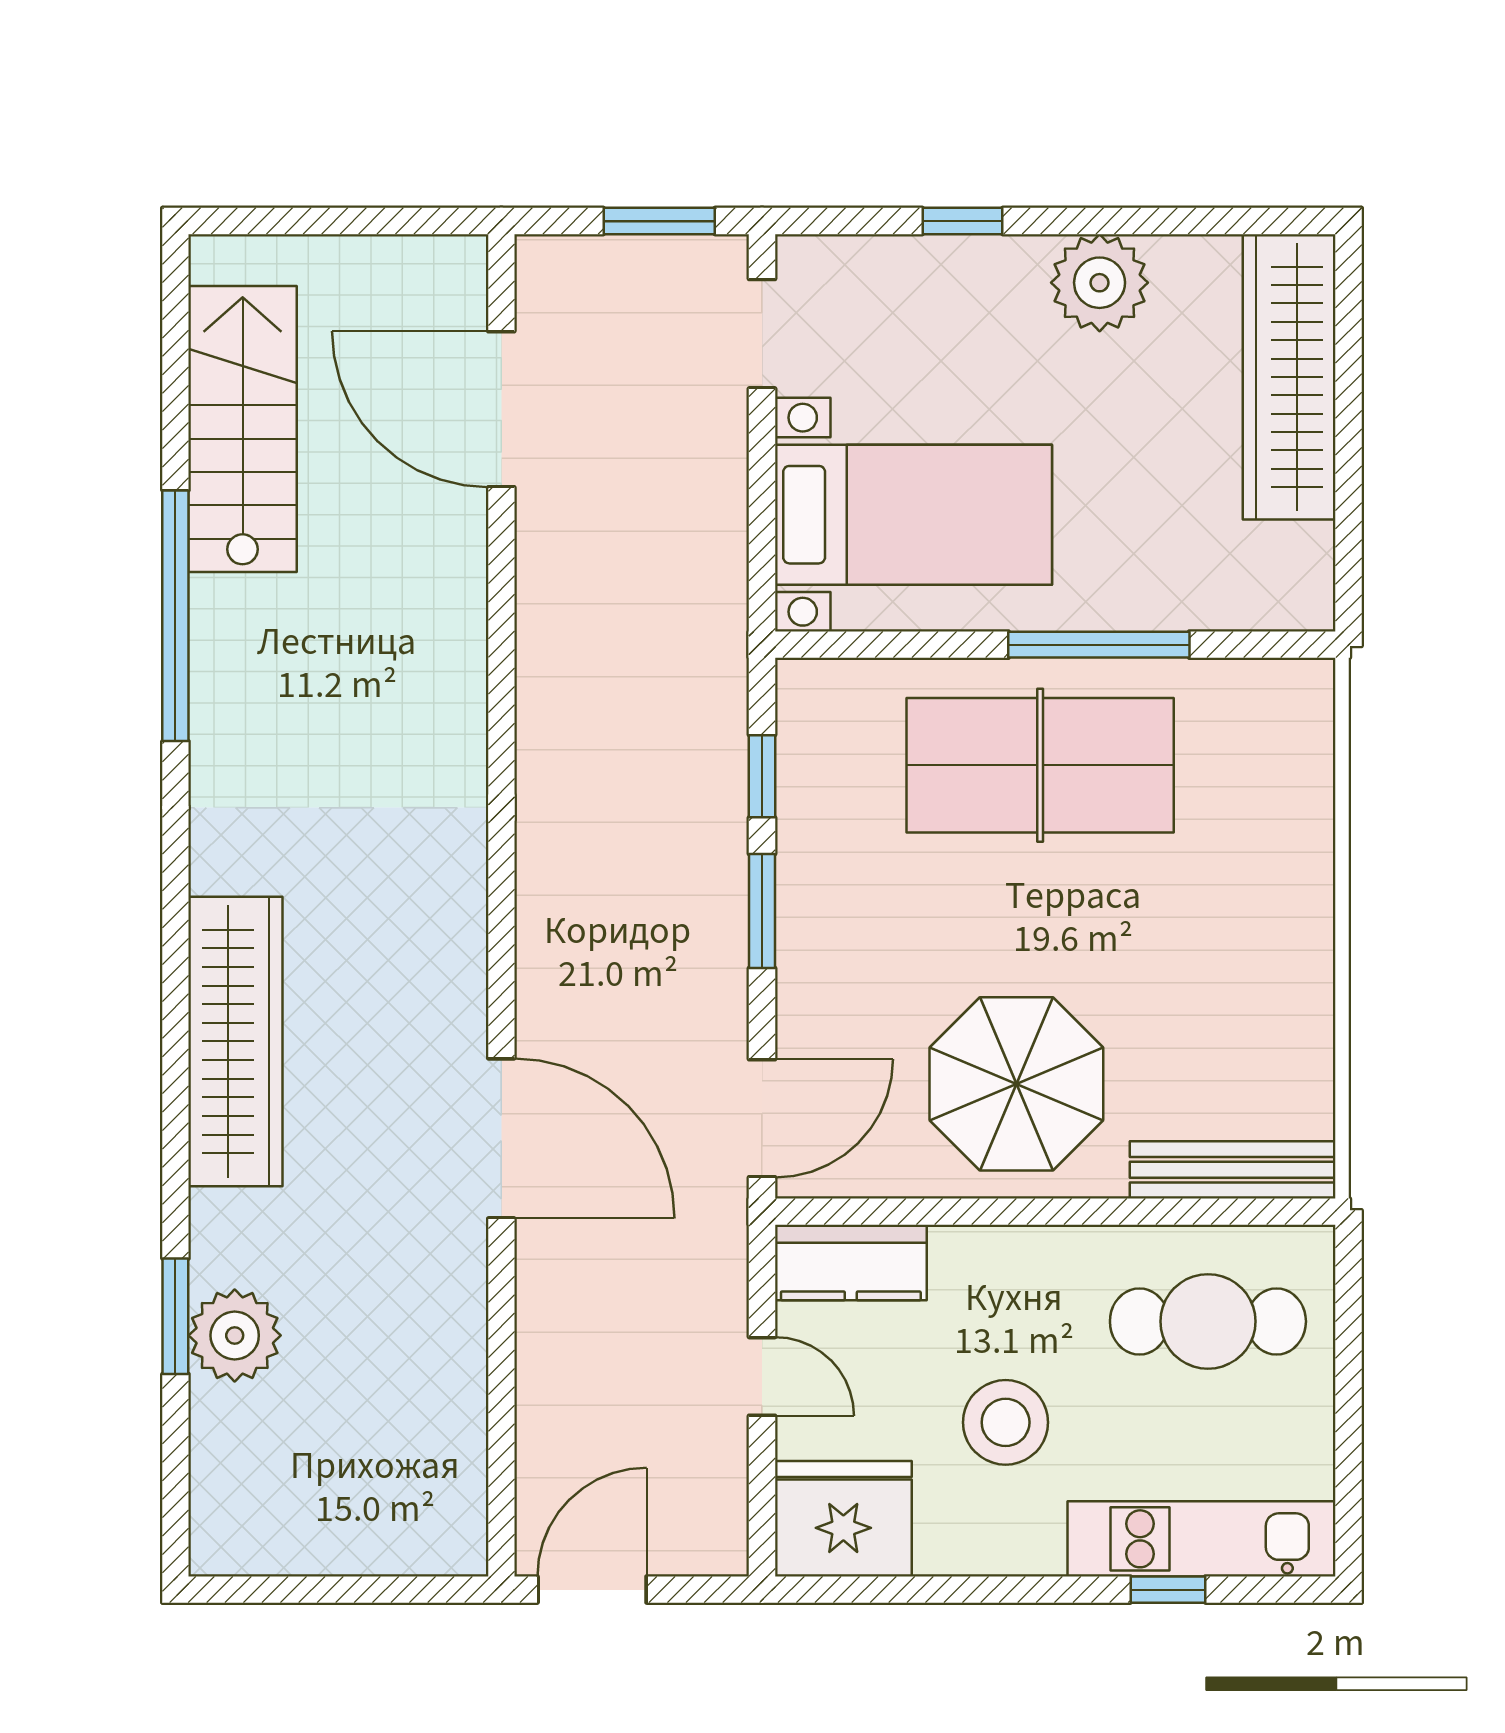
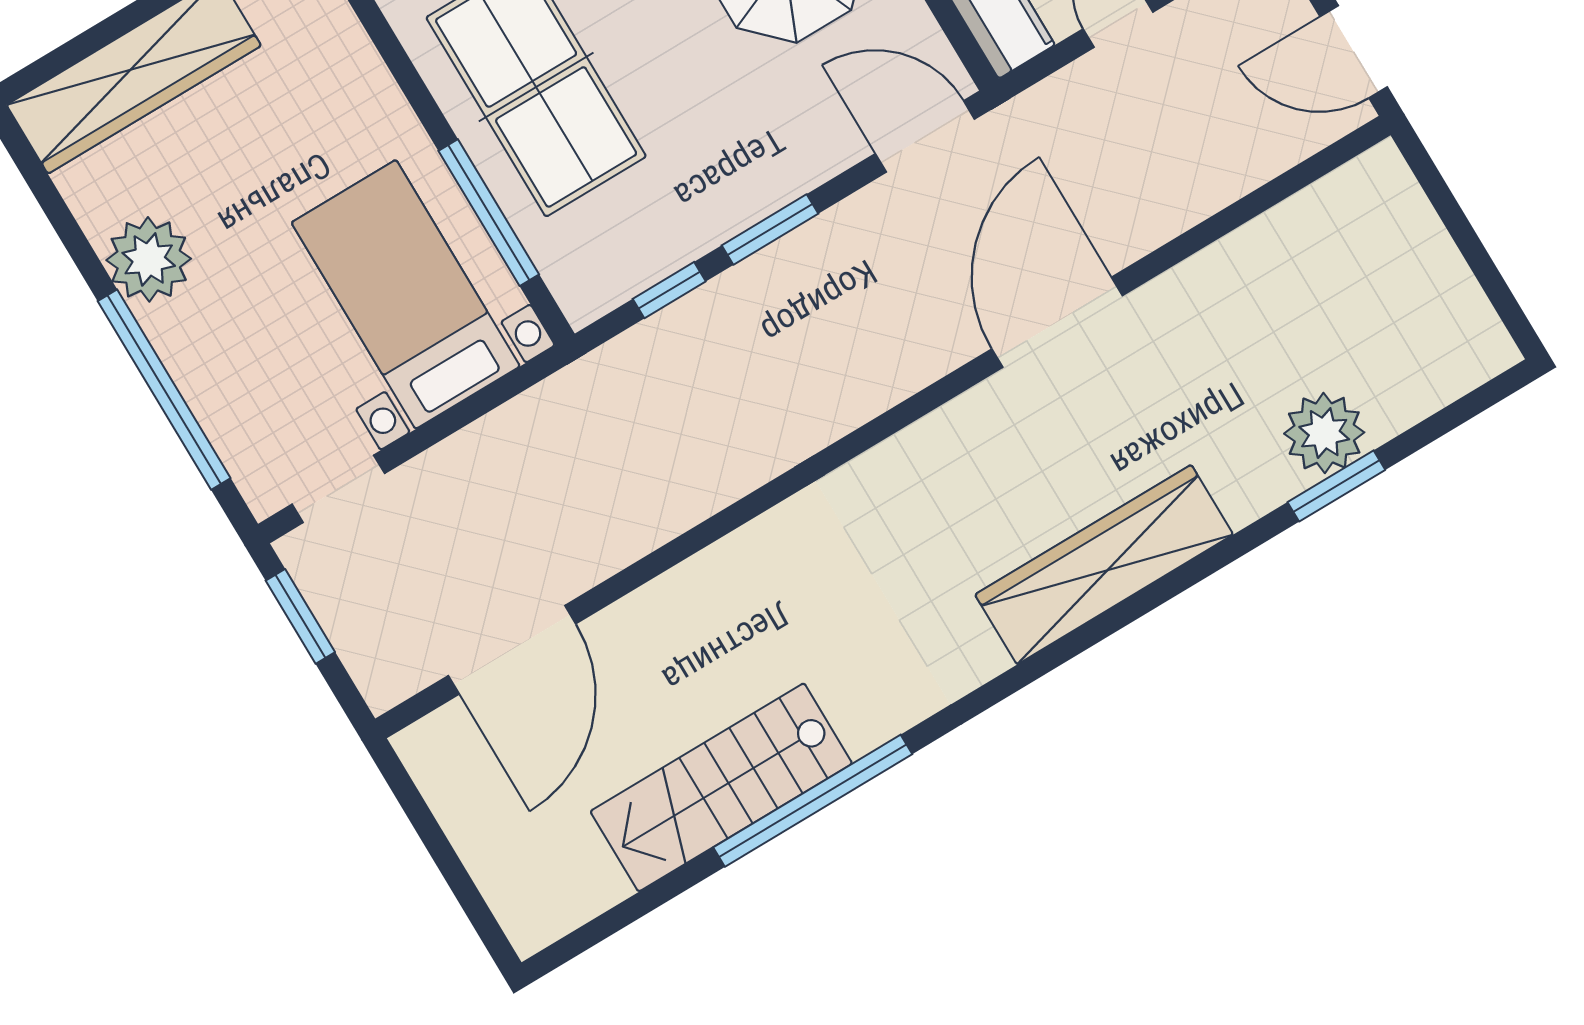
window: (963, 221) -> (164, 390), width x3.17
stairs: (243, 429) -> (721, 787), moved
window: (1099, 645) -> (489, 213), moved

